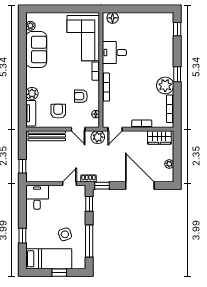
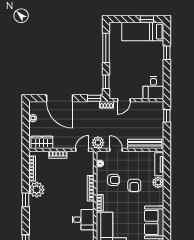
armchair: (58, 111) -> (134, 185), moved
side table: (65, 234) -> (128, 54), removed
window: (59, 273) -> (147, 19), moved

